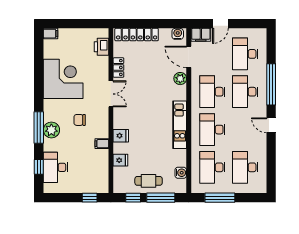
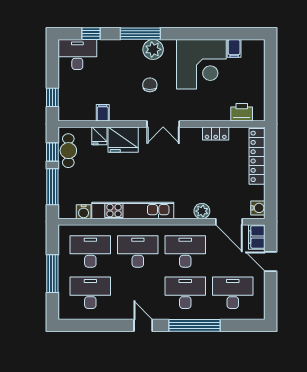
filing cabinet: (51, 34) -> (234, 48), moved
door: (189, 57) -> (229, 222), swing flipped
double door: (111, 94) -> (163, 124), moved
kitchen unit: (180, 125) -> (133, 210), width x1.36
door: (271, 125) -> (143, 325), hinge flipped
plant: (51, 130) -> (153, 49), moved
fridge: (121, 136) -> (123, 140), width x1.88, depth x1.34
filing cabinet: (102, 144) -> (103, 113), moved
desk: (55, 167) -> (77, 54), moved
cafe table: (149, 181) -> (68, 151), moved
window: (220, 198) -> (52, 274), moved

